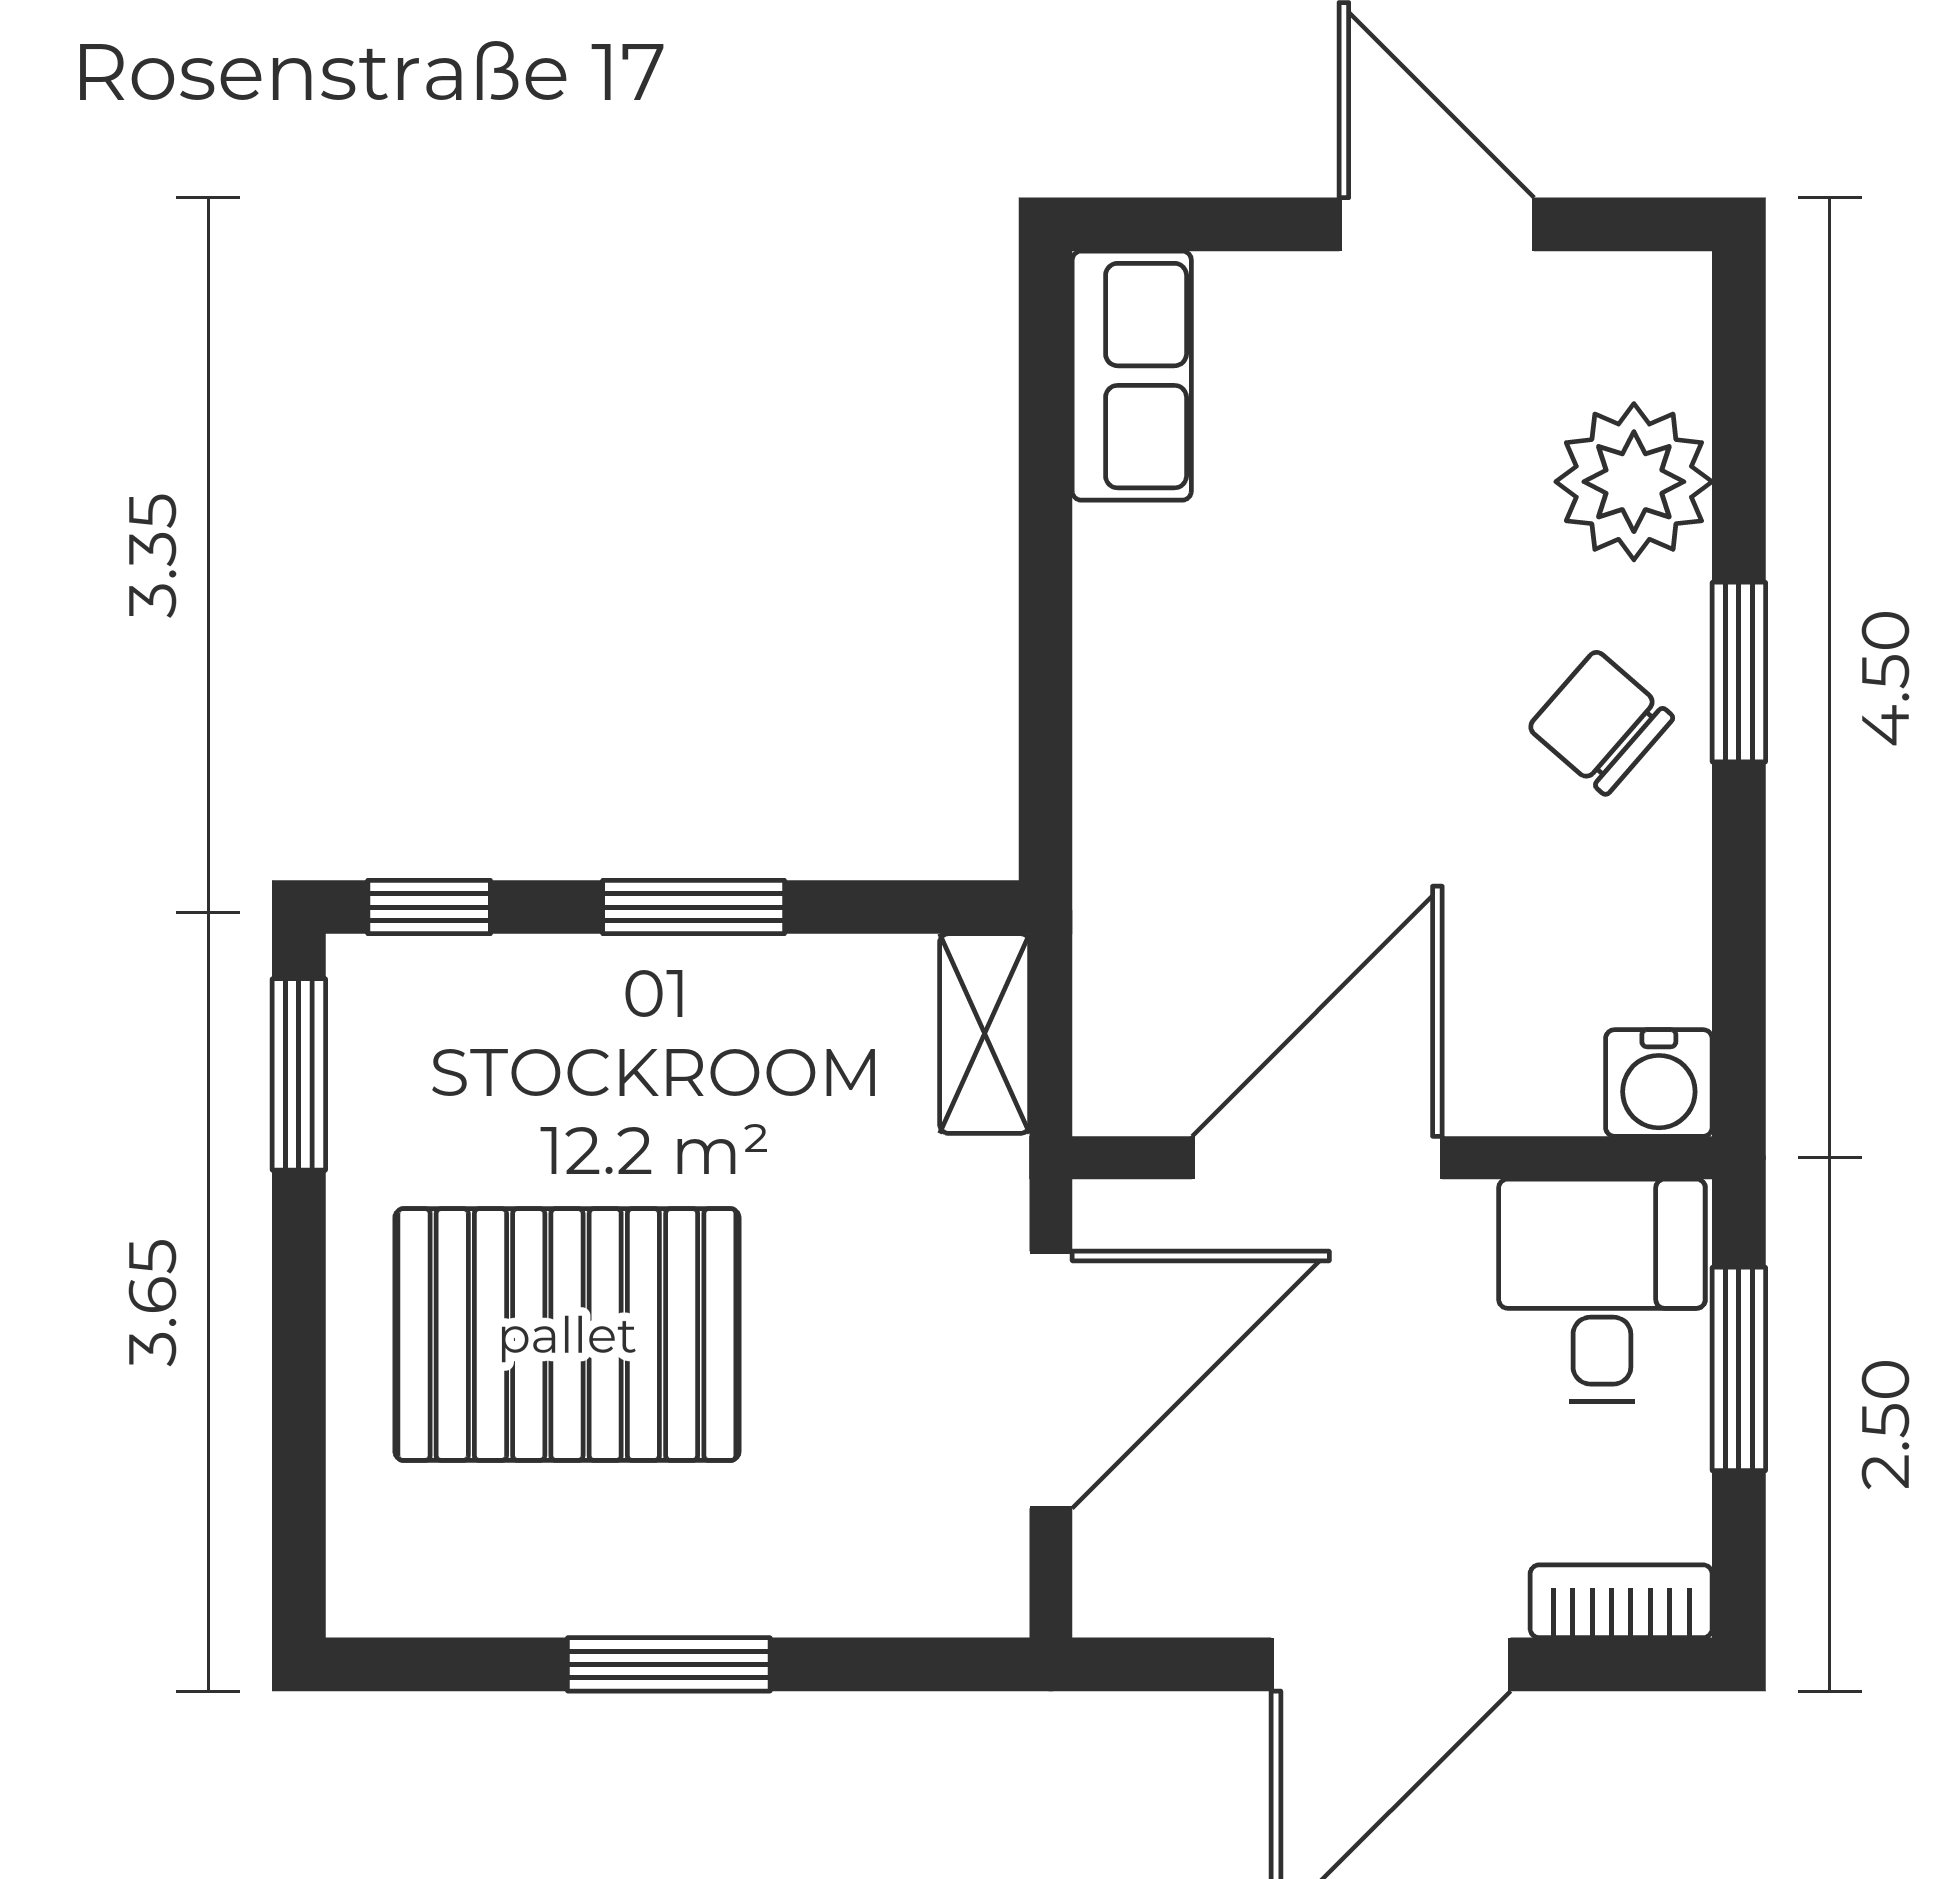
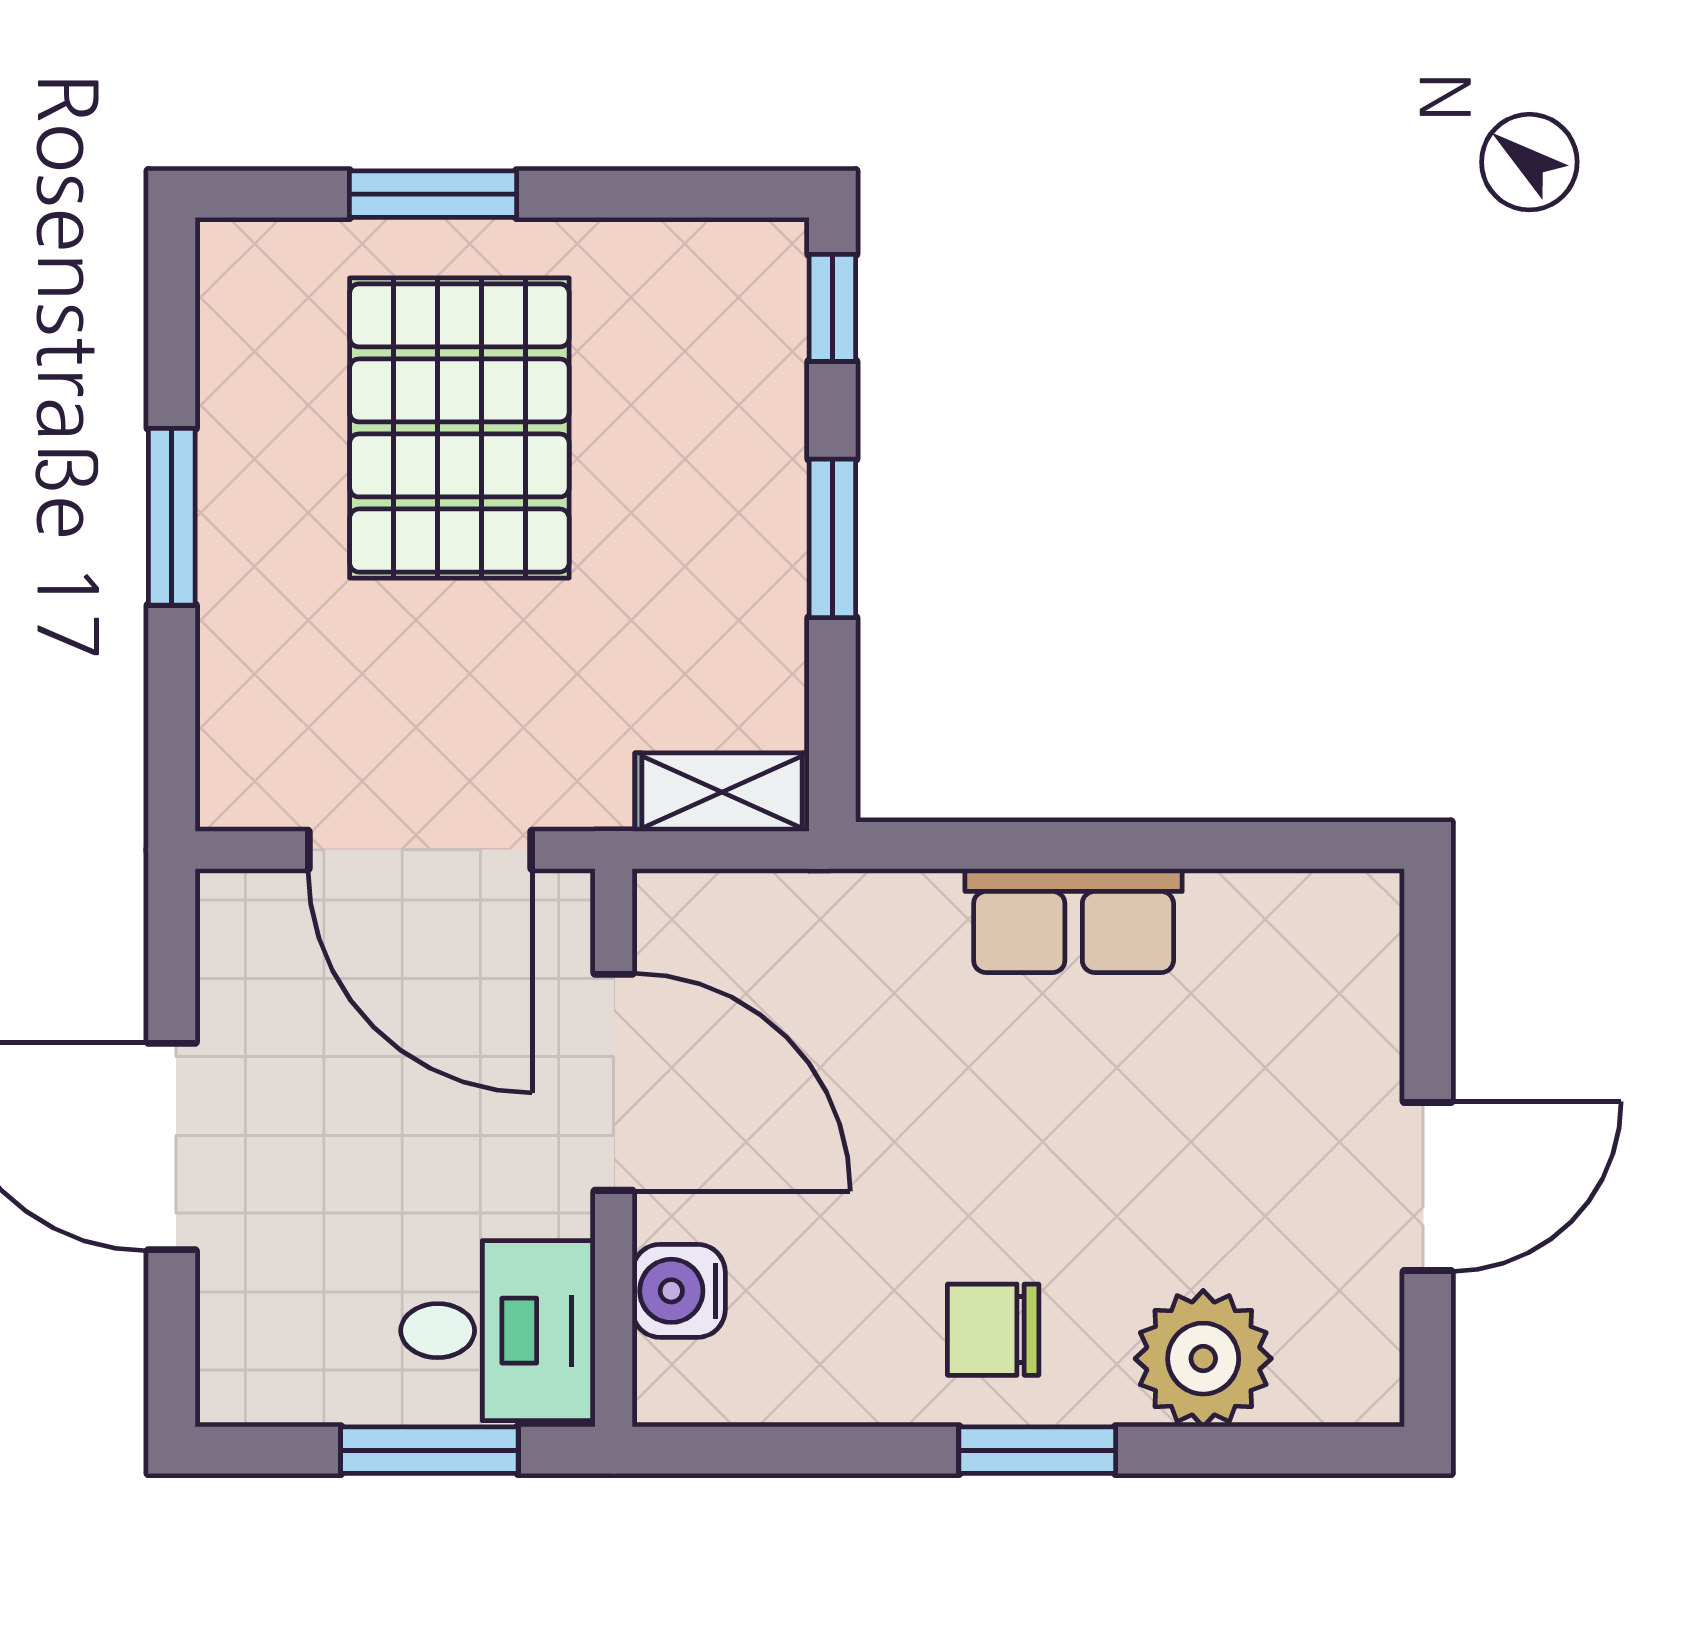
row of seats: (1132, 376) -> (1074, 921), moved
chair: (1601, 723) -> (993, 1330), turned -131
window: (299, 1074) -> (433, 194), moved
water cooler: (1659, 1083) -> (679, 1291), moved
bookcase: (1621, 1601) -> (227, 1347), removed

